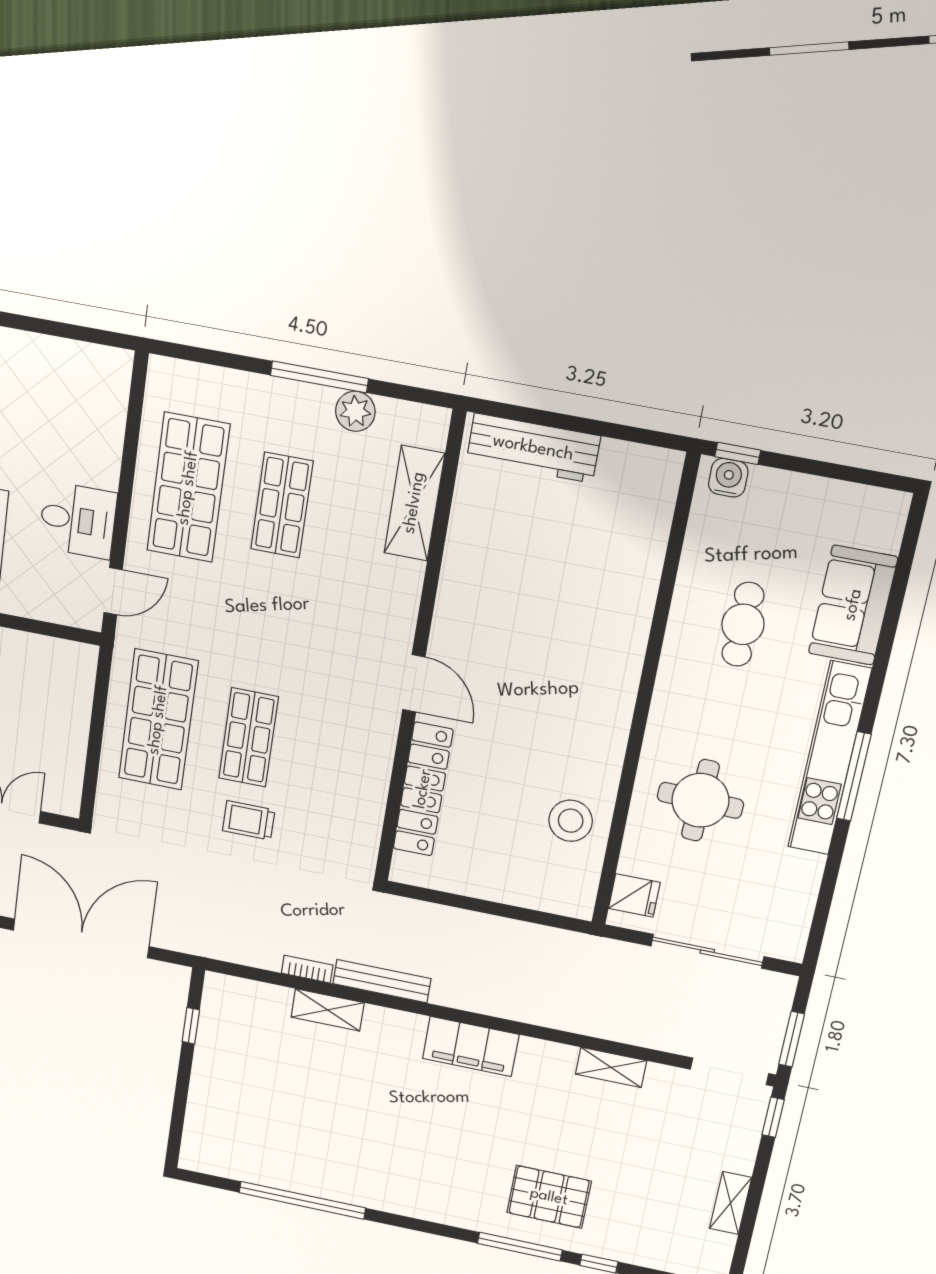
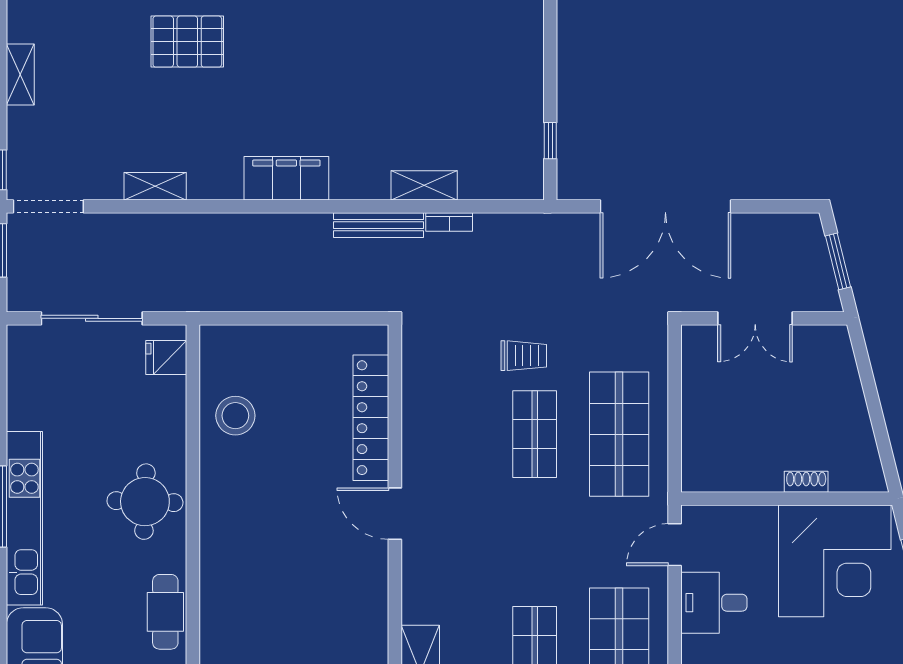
cafe table: (743, 624) -> (165, 612), moved
round table: (700, 800) -> (145, 502), moved

